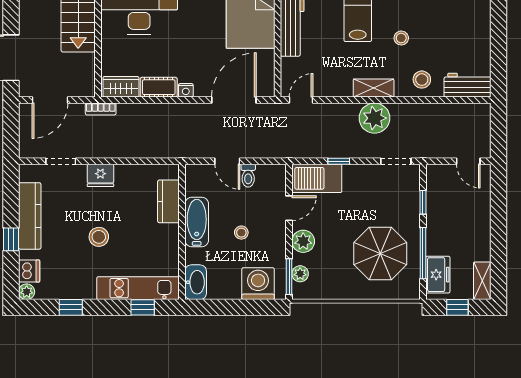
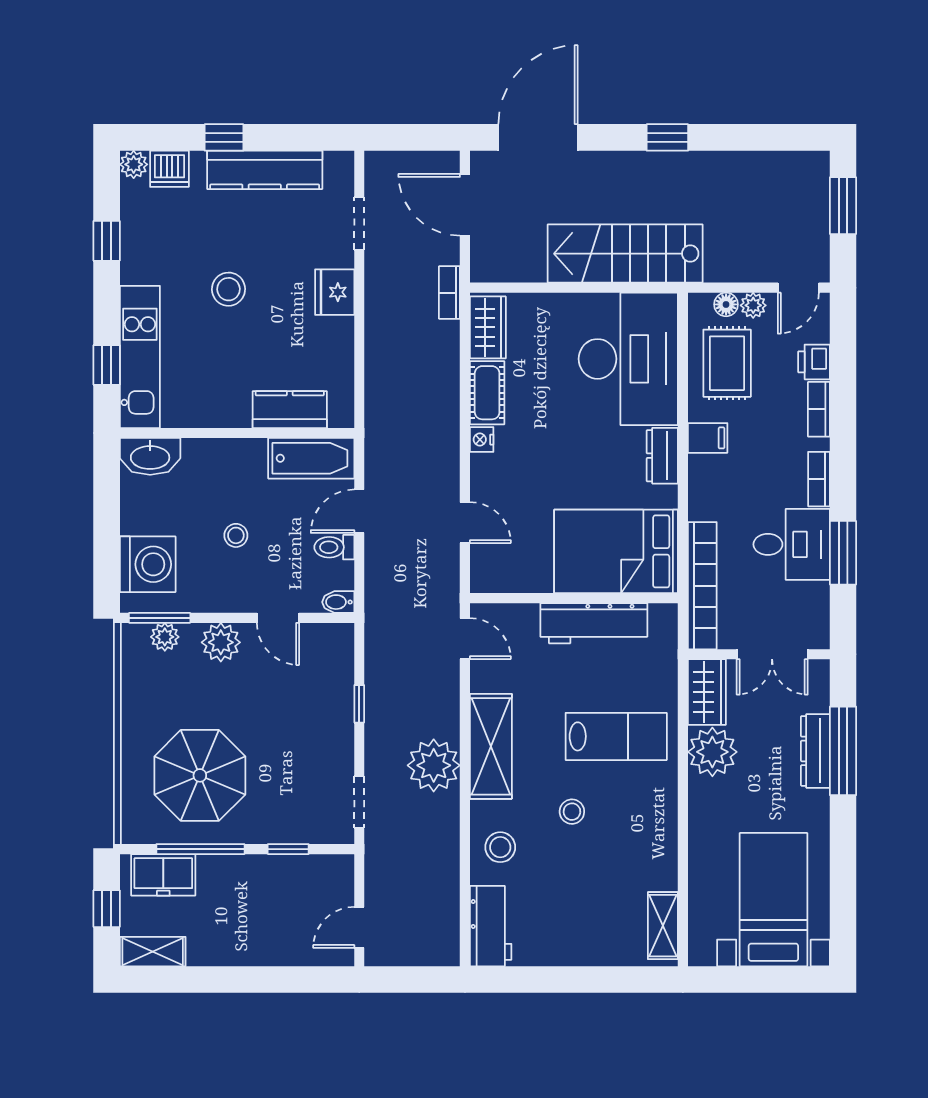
shelving: (374, 88) -> (491, 746), width x1.50, depth x1.33
door: (234, 100) -> (465, 523), width x0.53
bidet: (280, 173) -> (338, 602), added
barbecue: (317, 178) -> (330, 666), removed
bathtub: (197, 222) -> (311, 458), moved

